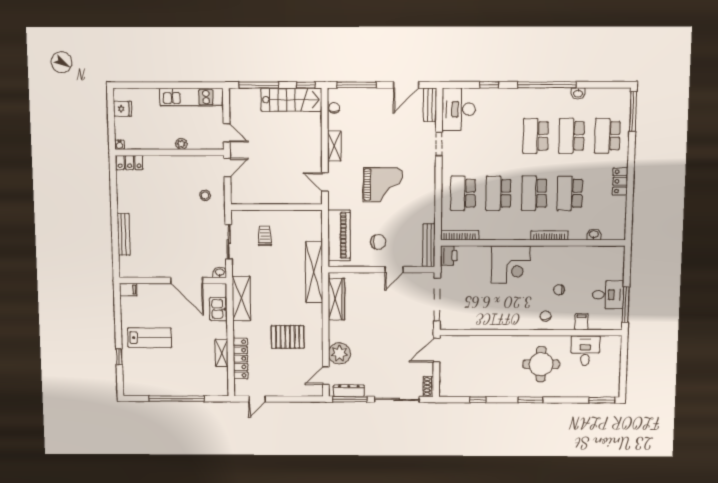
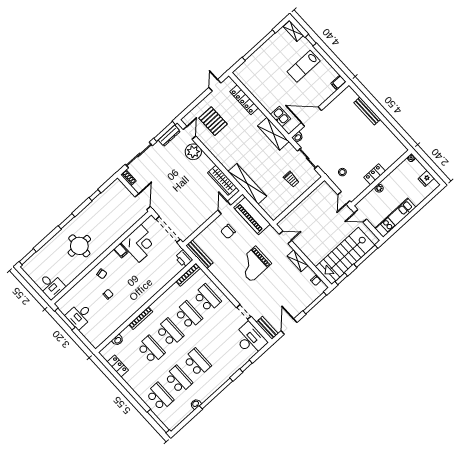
stairs: (291, 100) -> (345, 256), width x1.36, depth x1.51
locker: (130, 163) -> (375, 174), moved
locker: (620, 181) -> (118, 366), moved
corner desk: (511, 265) -> (140, 243), moved, turned 180
door: (394, 270) -> (224, 208), moved
filing cabinet: (581, 322) -> (121, 251), moved
pallet: (288, 337) -> (213, 121), moved, turned 90
desk: (585, 351) -> (51, 286), moved
shelving: (221, 353) -> (293, 31), moved

